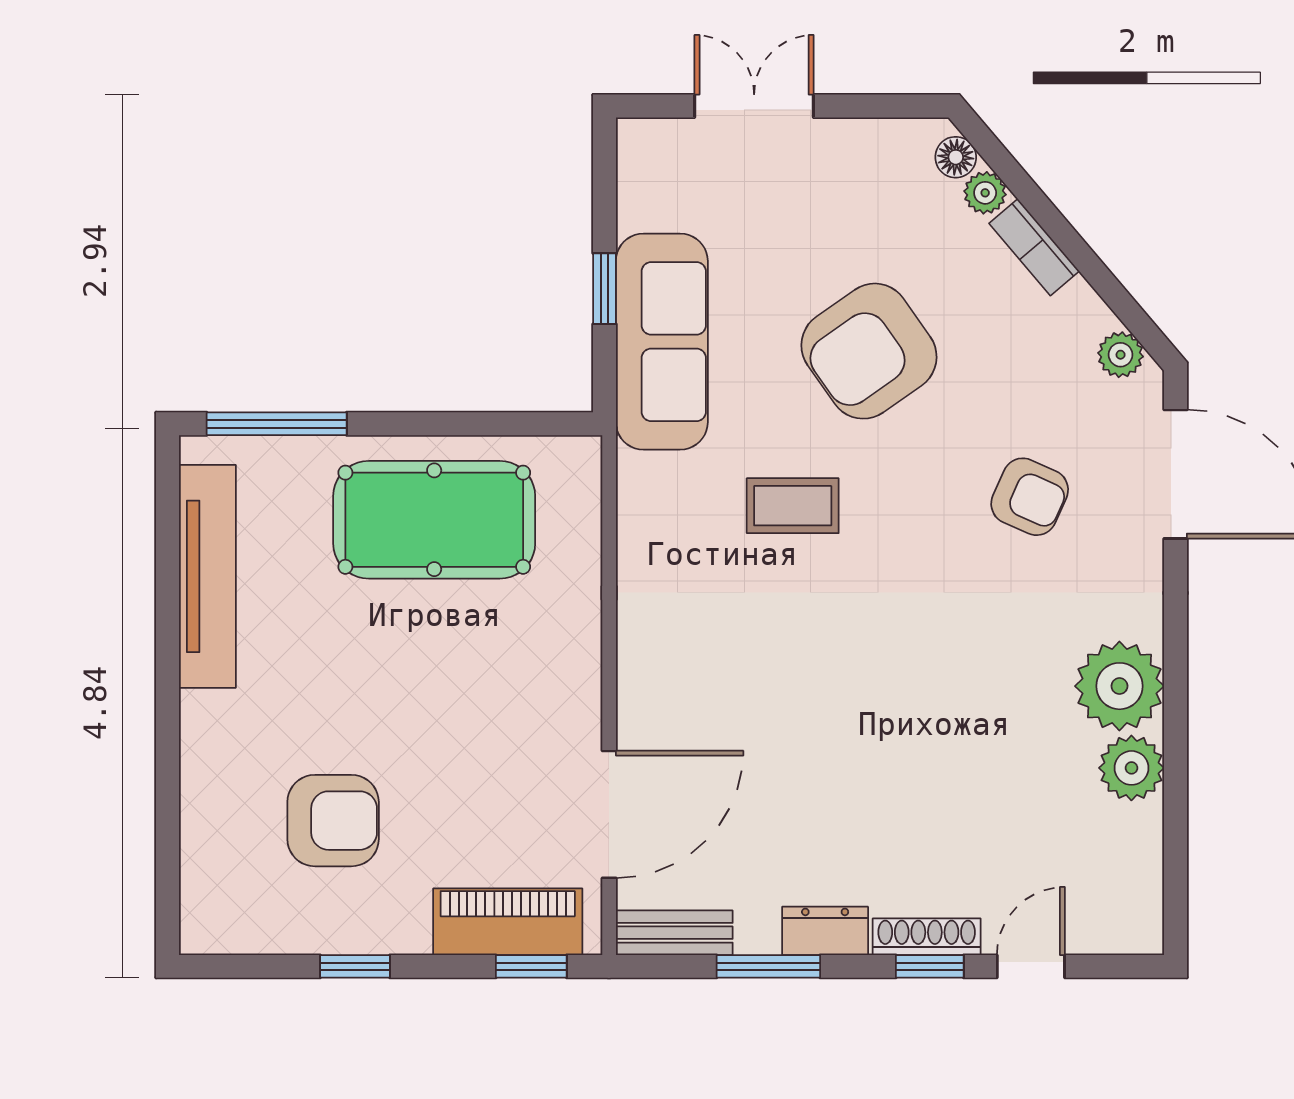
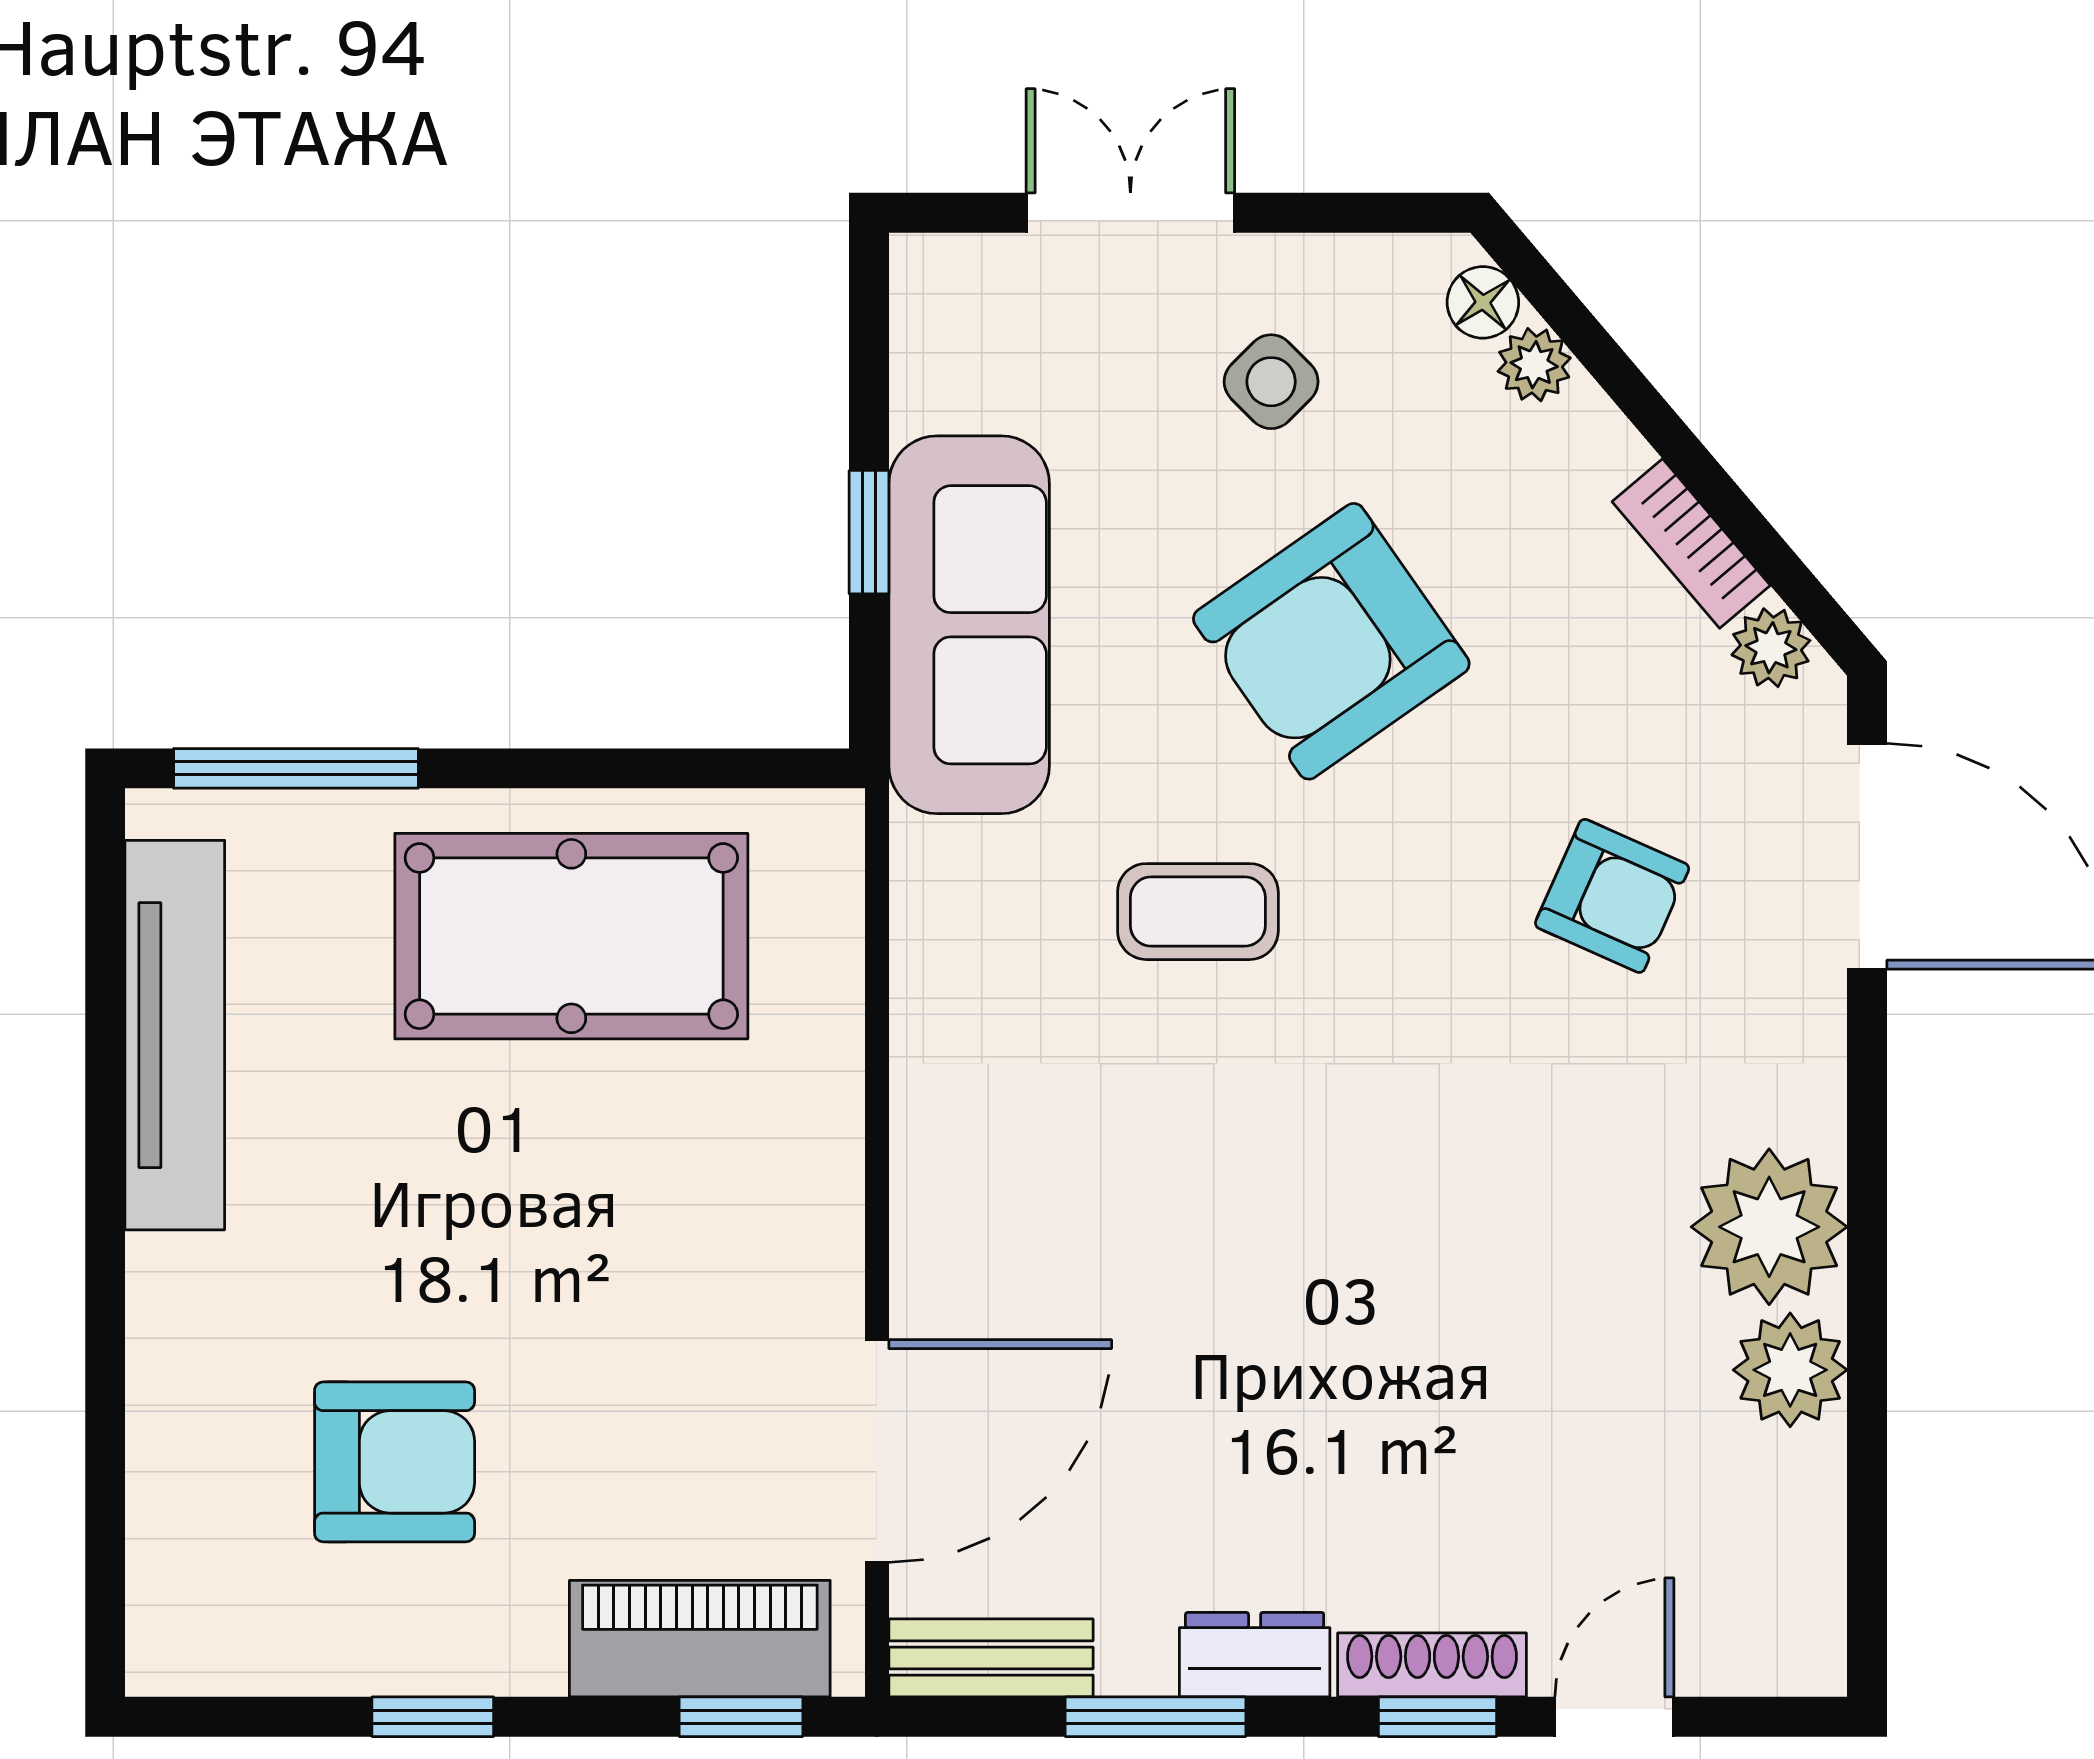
side table: (835, 203) -> (1271, 382), added
bookcase: (1034, 247) -> (1691, 544), moved

